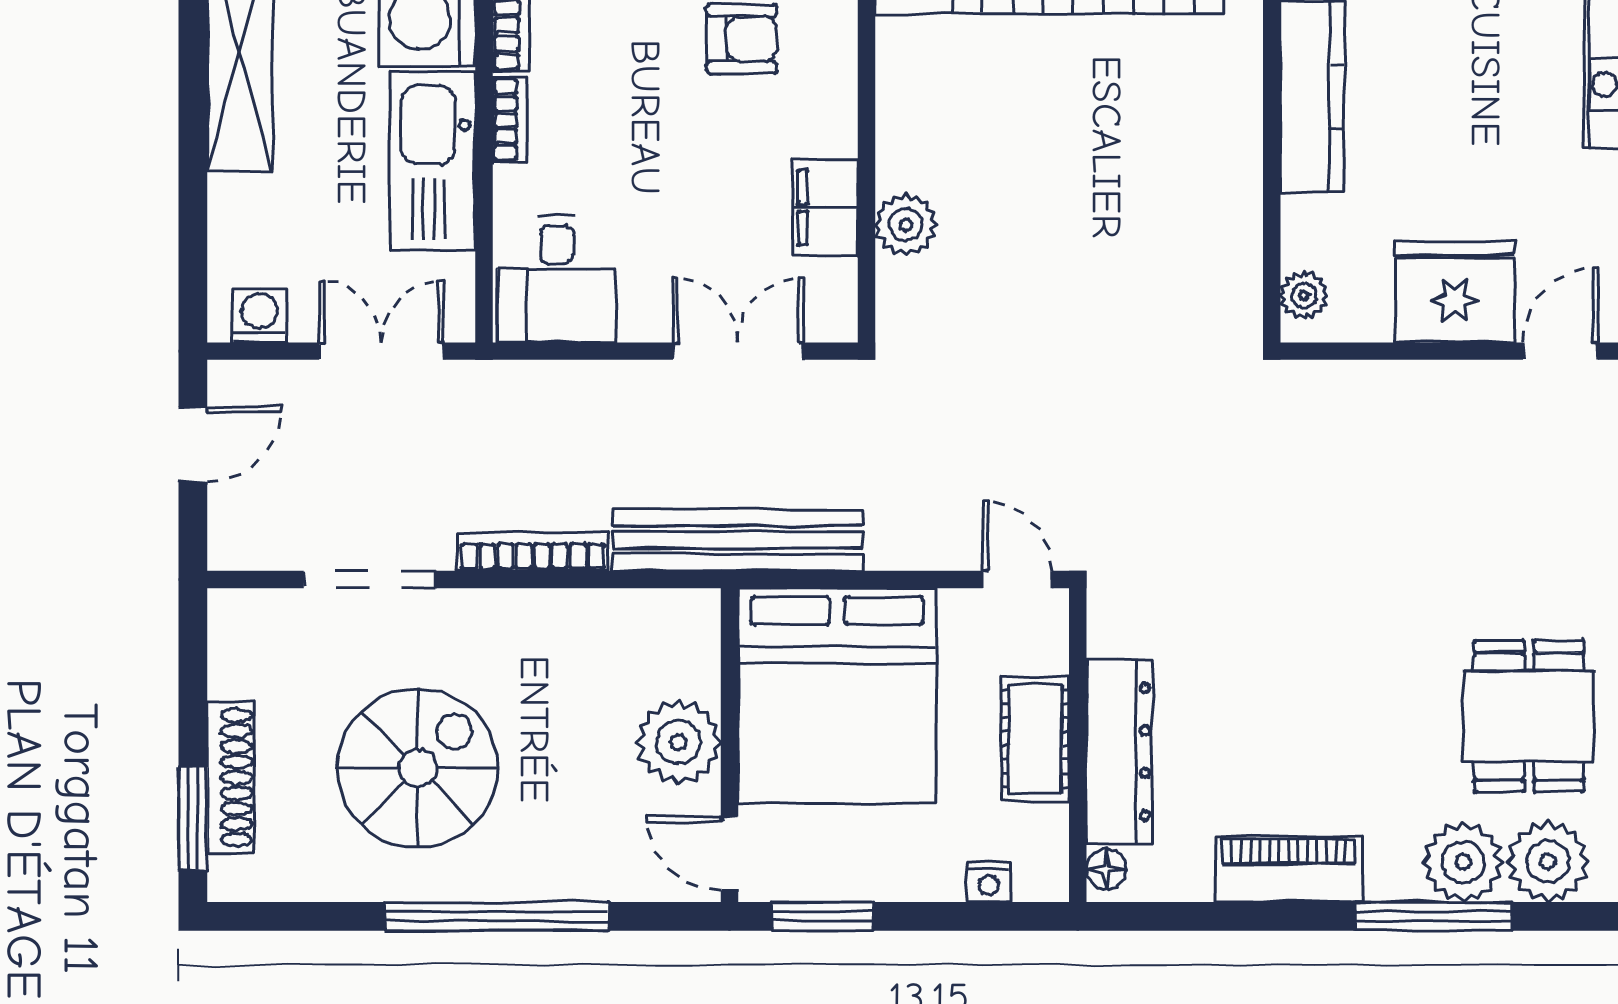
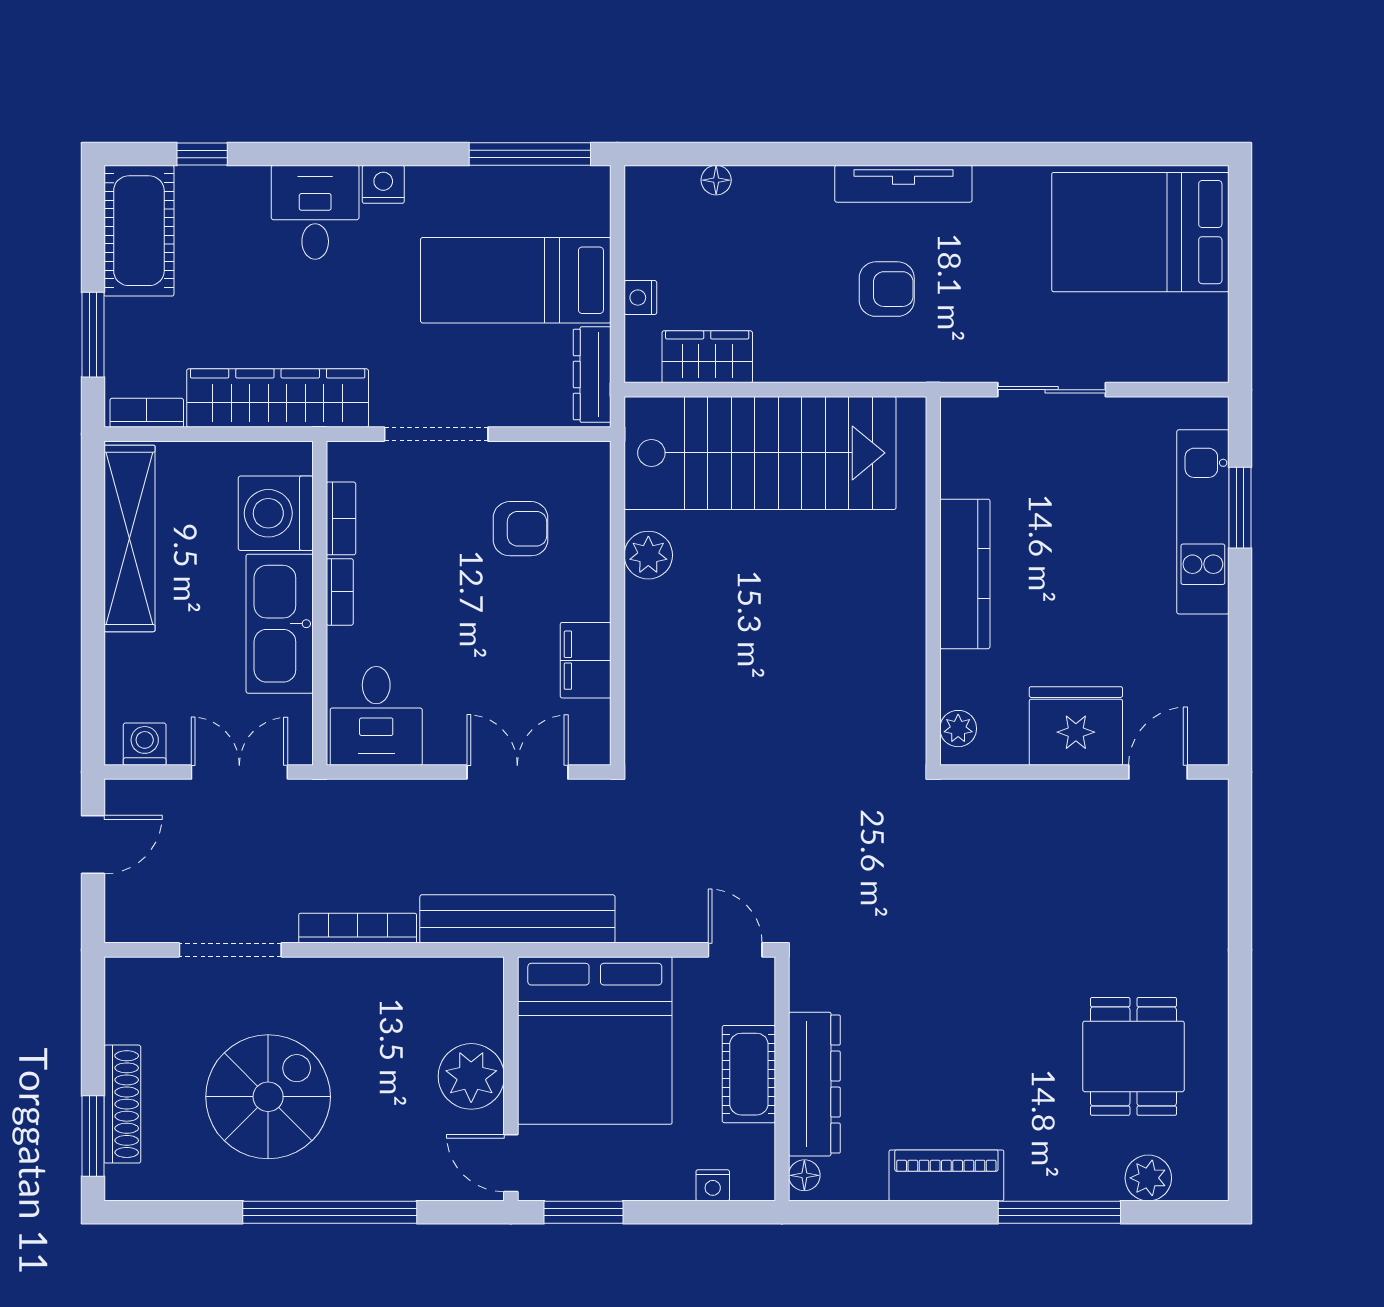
plant: (906, 225) -> (648, 555), moved
plant: (1463, 862) -> (1082, 1170), removed
plant: (1548, 862) -> (1148, 1178), width x0.73, depth x0.73

